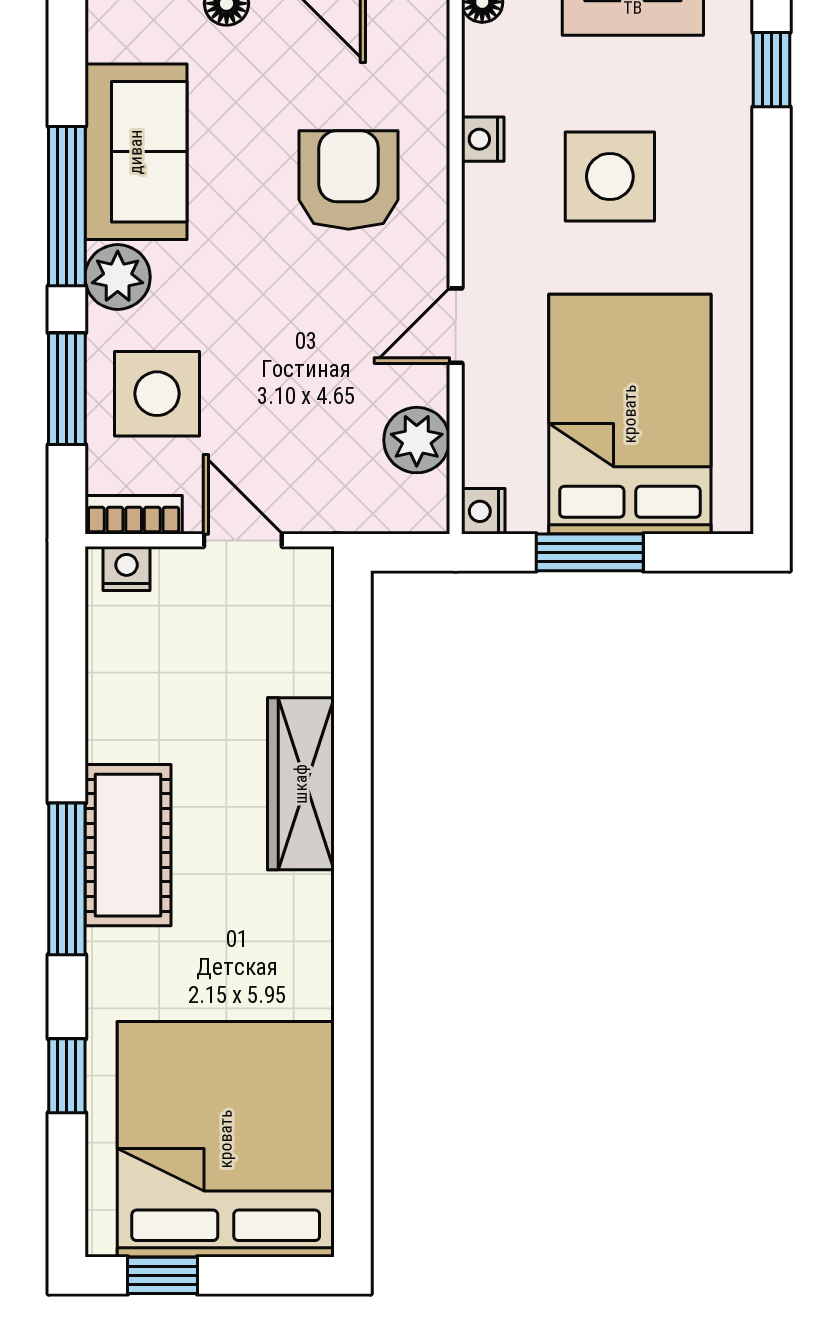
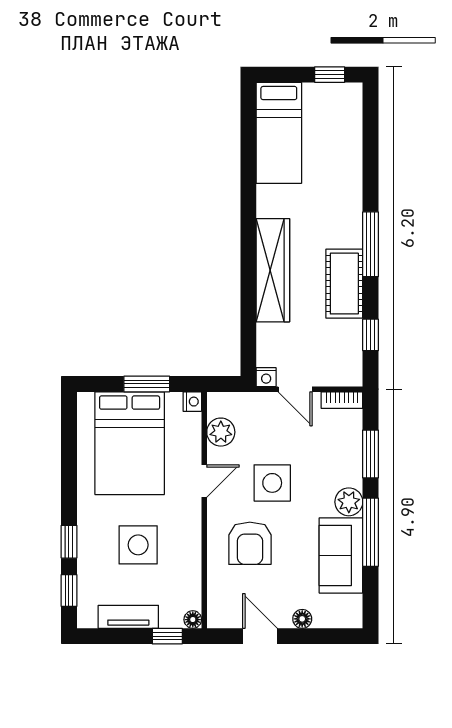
nightstand: (483, 139) -> (193, 561), removed
window: (772, 184) -> (69, 542), added
side table: (157, 394) -> (272, 483), moved
nightstand: (127, 568) -> (266, 377), moved
wardrobe: (301, 784) -> (273, 270), width x1.40, depth x1.17
cot: (128, 845) -> (344, 284), moved
window: (67, 1076) -> (371, 335), moved
bed: (226, 1139) -> (279, 133), width x0.49

